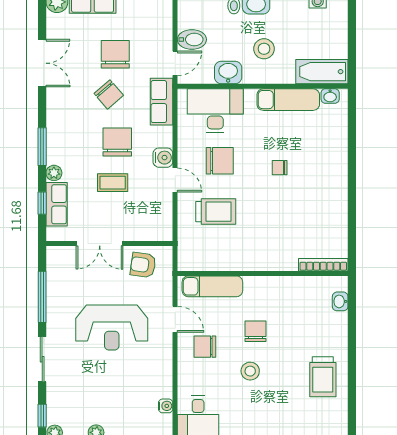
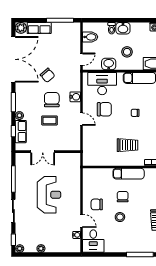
bidet: (192, 39) -> (90, 37), moved
chair: (115, 54) -> (51, 55), removed
double door: (42, 63) -> (13, 59), width x1.87
row of seats: (161, 102) -> (74, 79), removed
water cooler: (163, 158) -> (75, 97), moved
trolley: (216, 212) -> (128, 145), moved
armchair: (143, 265) -> (65, 163), removed
exam couch: (212, 286) -> (129, 174), moved
door: (175, 319) -> (81, 221), moved
reception desk: (112, 327) -> (49, 195), turned -90

